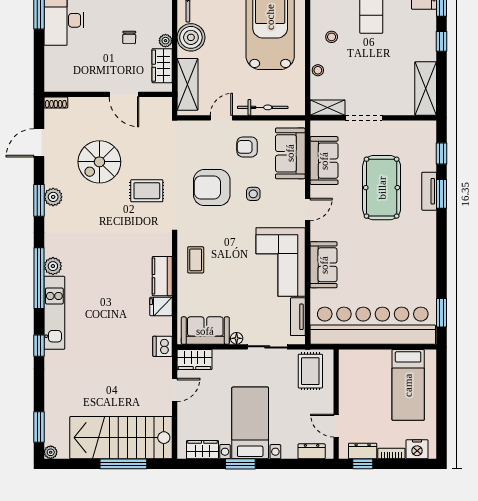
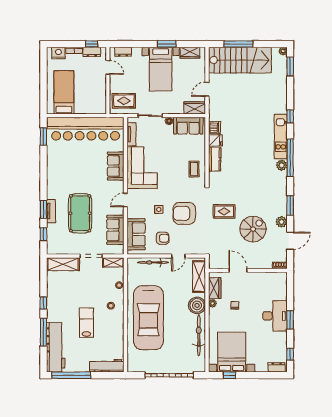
shelving: (426, 89) -> (63, 264), moved, turned 90
armchair: (212, 188) -> (184, 213), turned 180
plant: (53, 197) -> (281, 222), moved
dishwasher: (162, 346) -> (214, 128), moved
rug: (310, 371) -> (124, 101), turned 90

